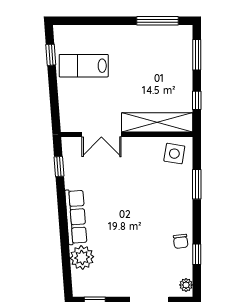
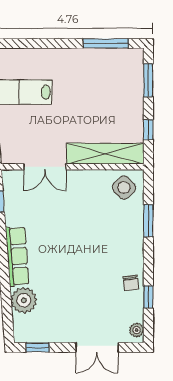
side table: (174, 154) -> (124, 187), turned 37

